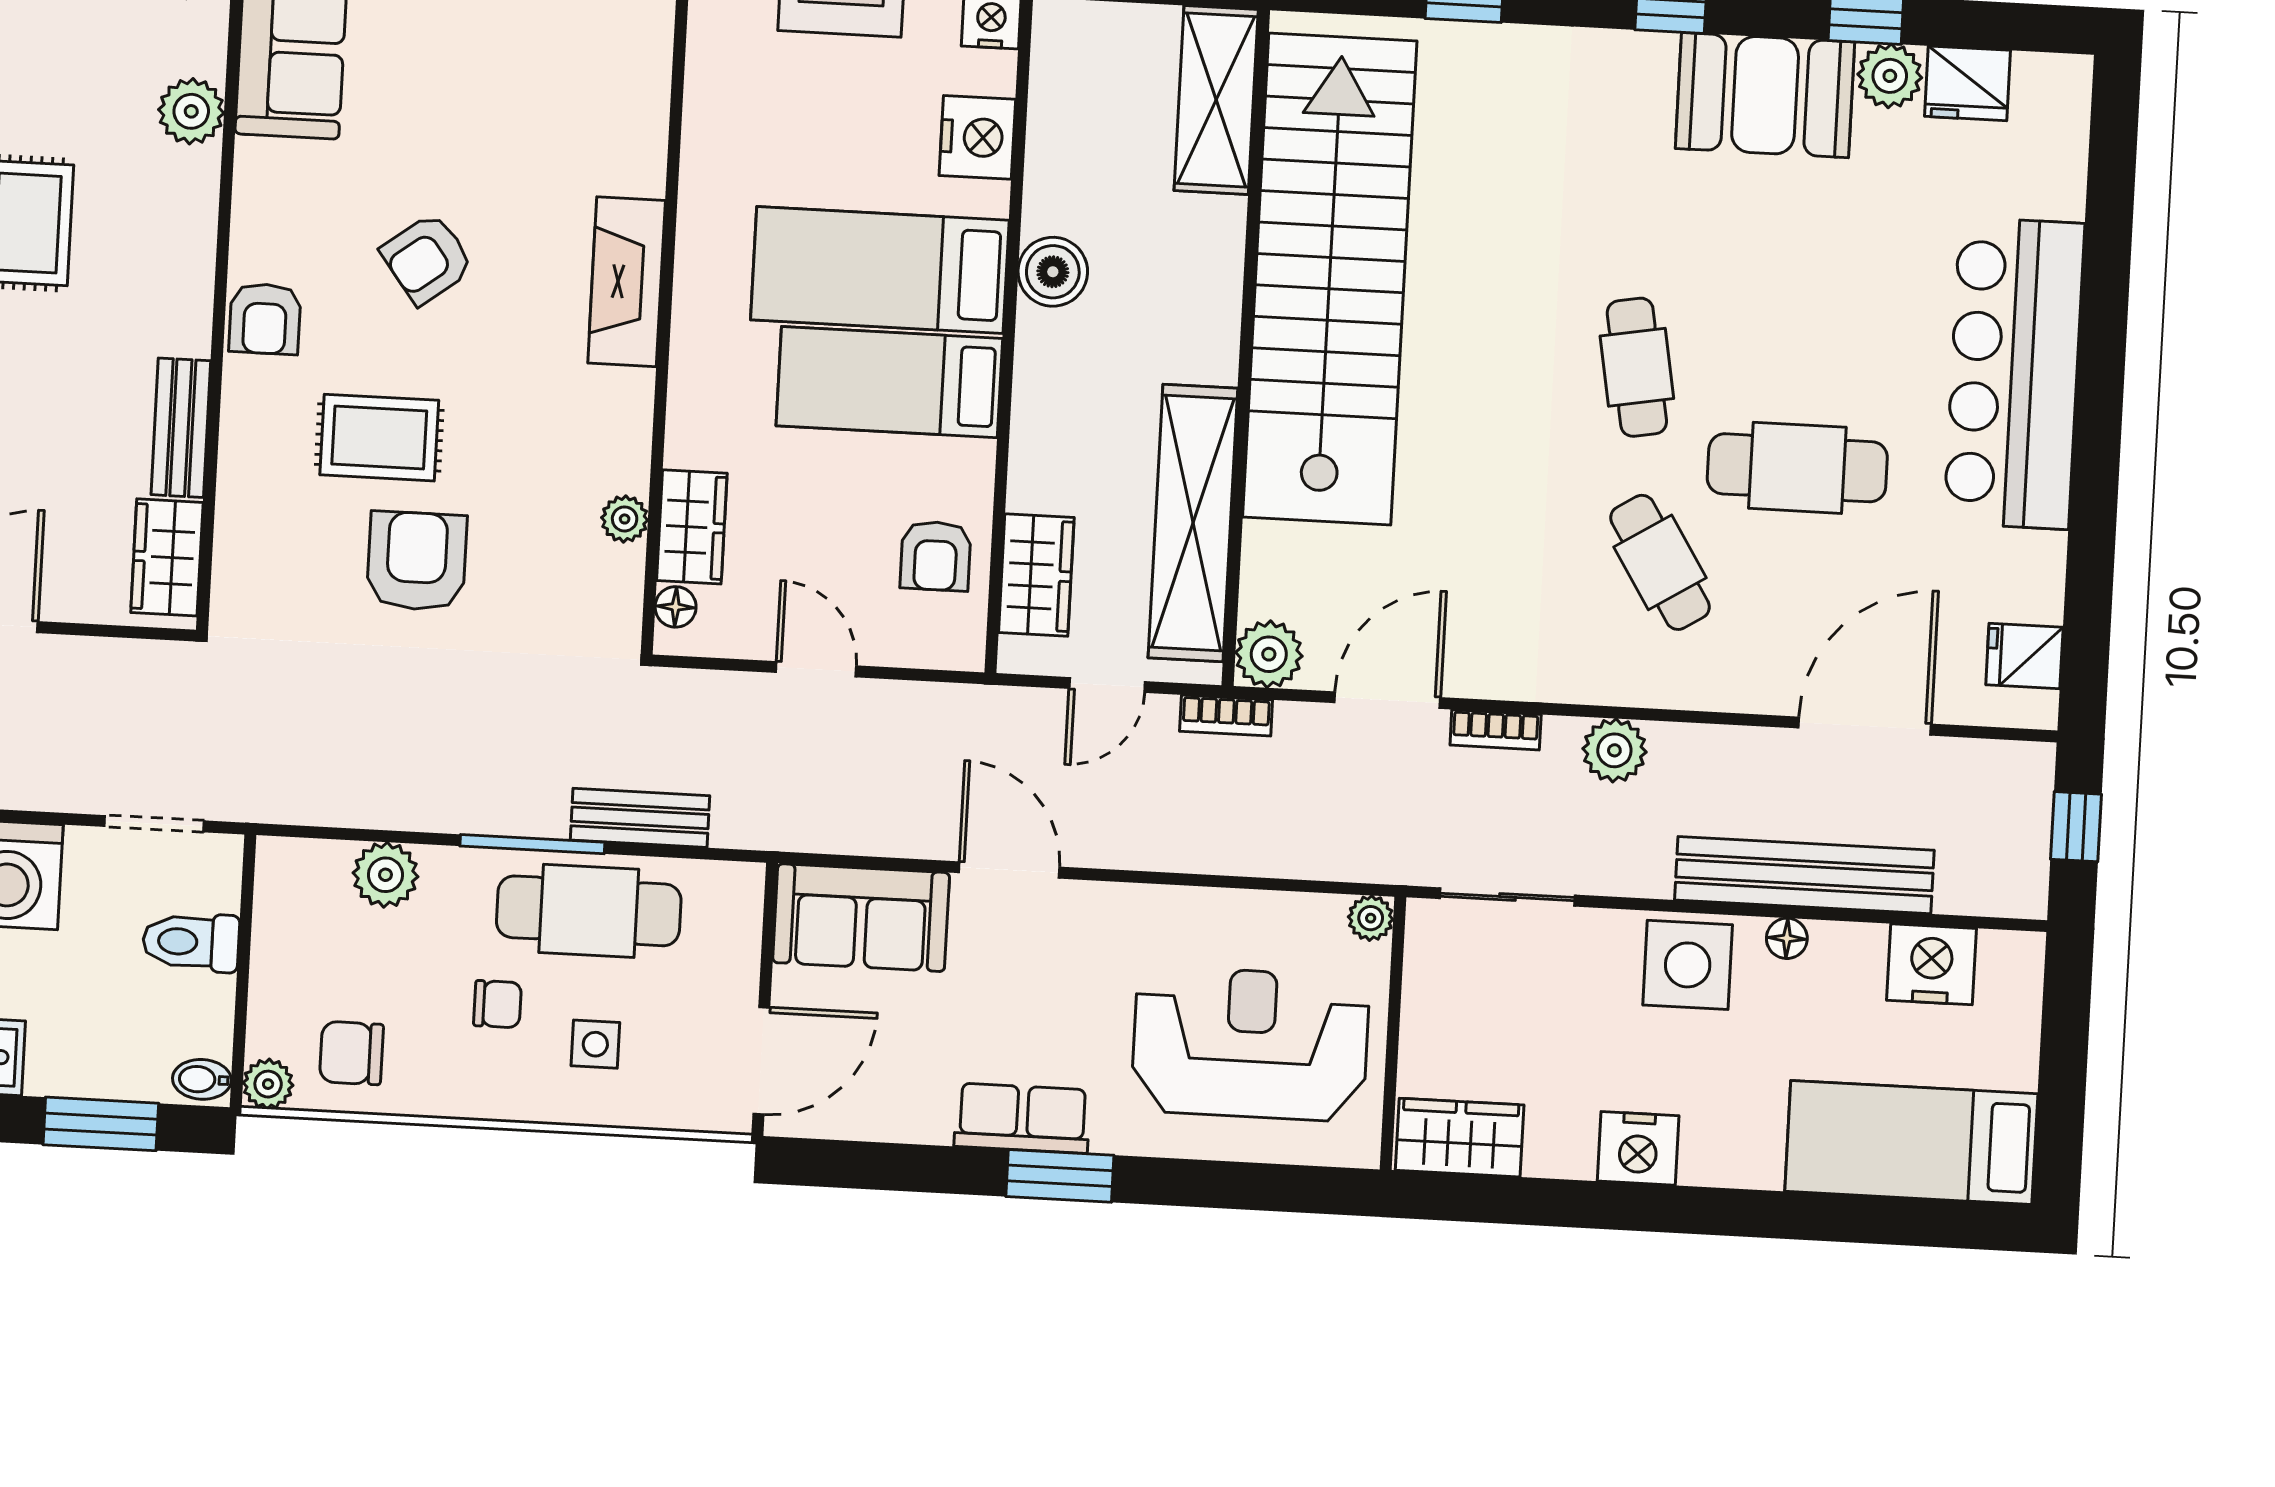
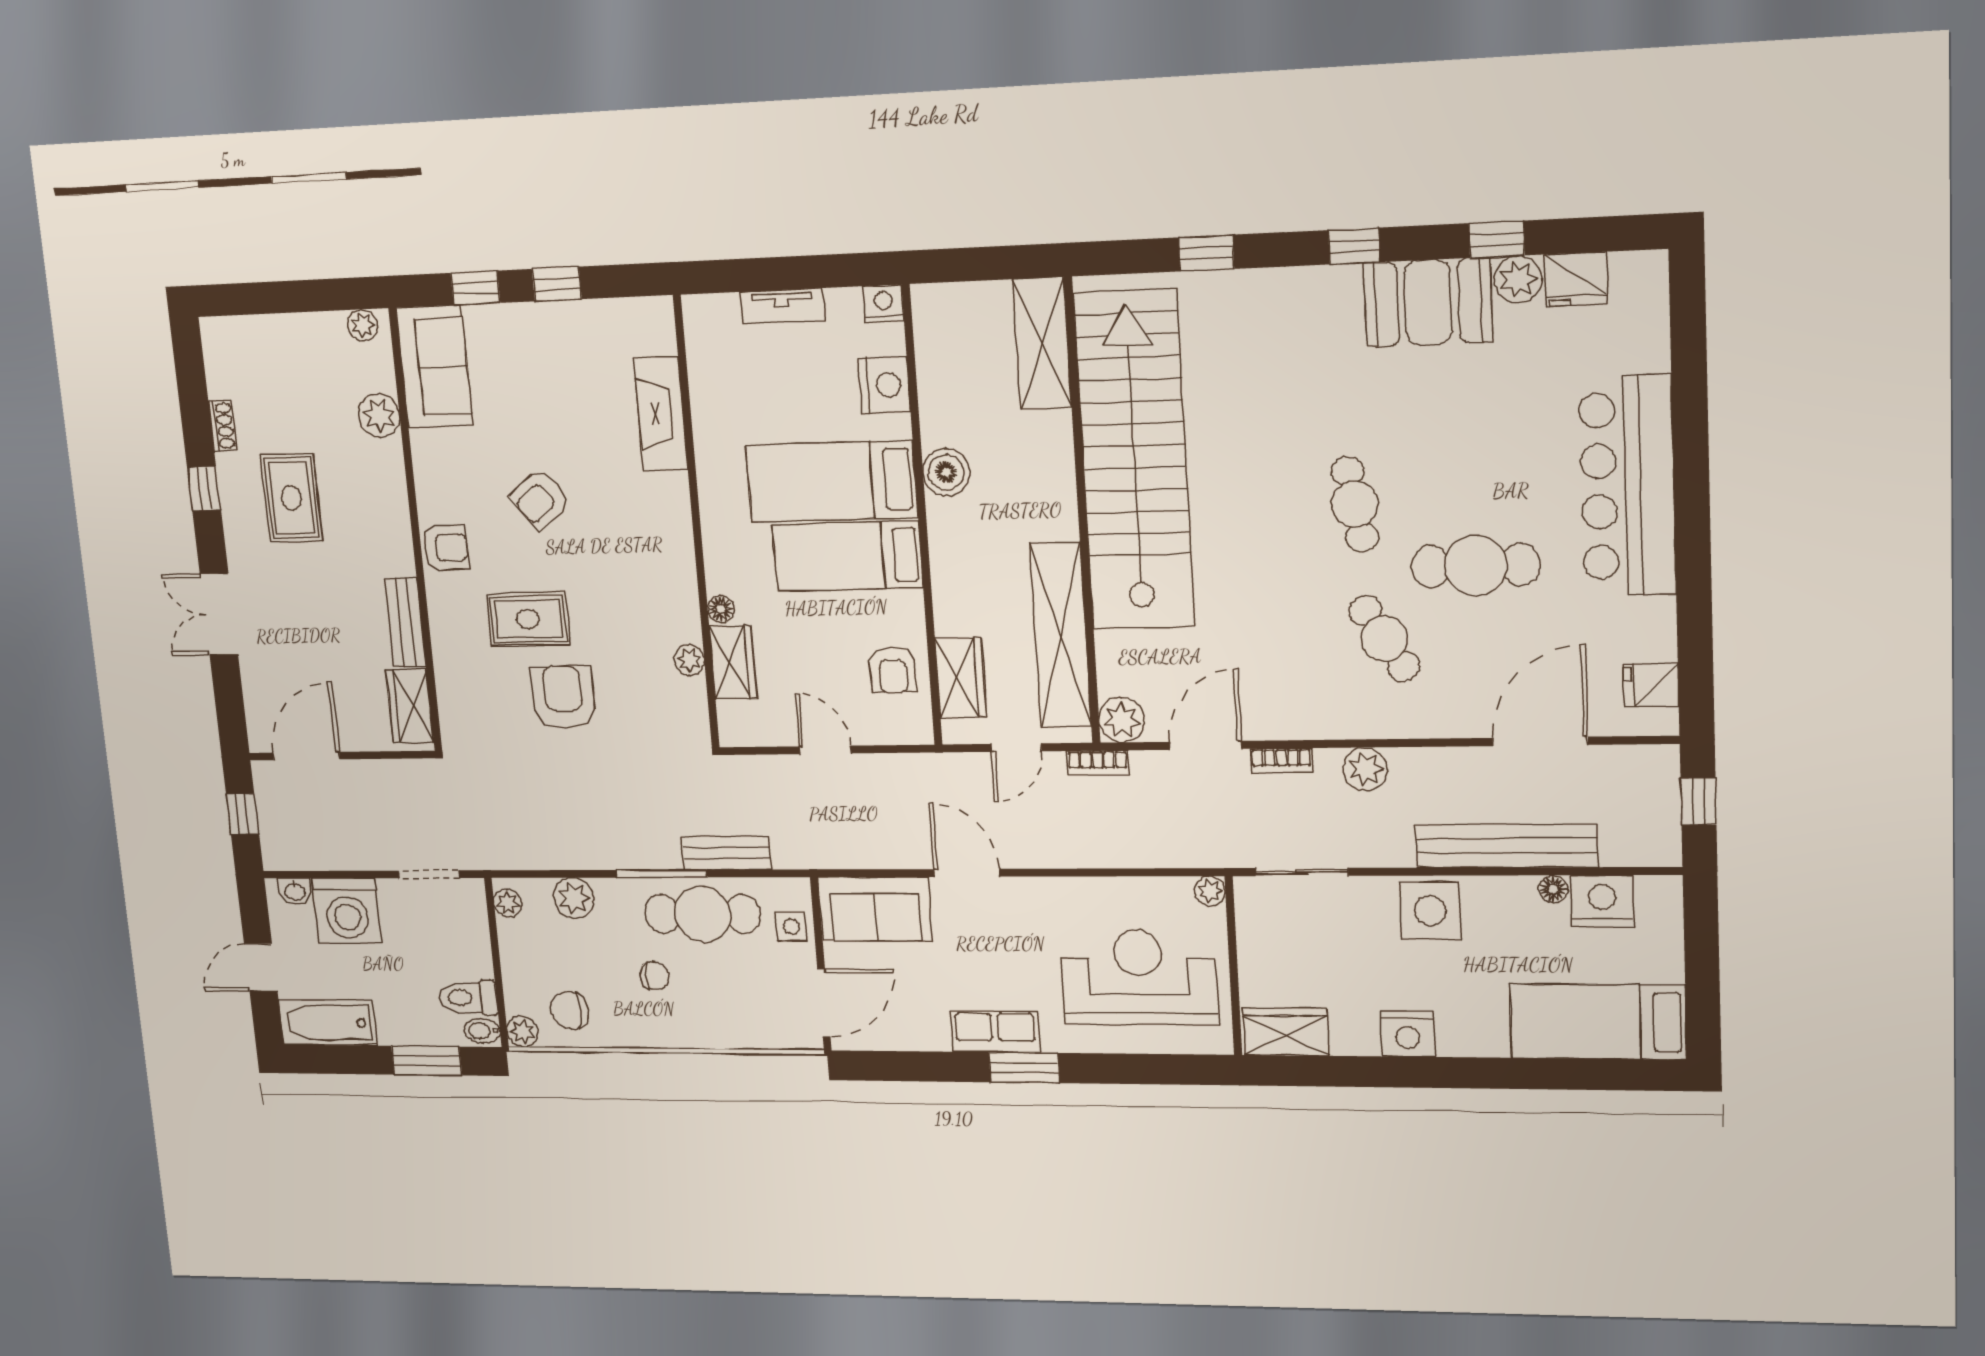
fireplace: (627, 282) -> (661, 414), moved
armchair: (265, 319) -> (446, 548), turned -90
floor lamp: (676, 607) -> (721, 609), moved
plant: (277, 877) -> (508, 903), added
floor lamp: (1787, 938) -> (1553, 889), moved
toilet: (191, 942) -> (468, 998), moved
side table: (595, 1044) -> (791, 927), moved

